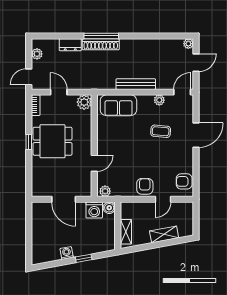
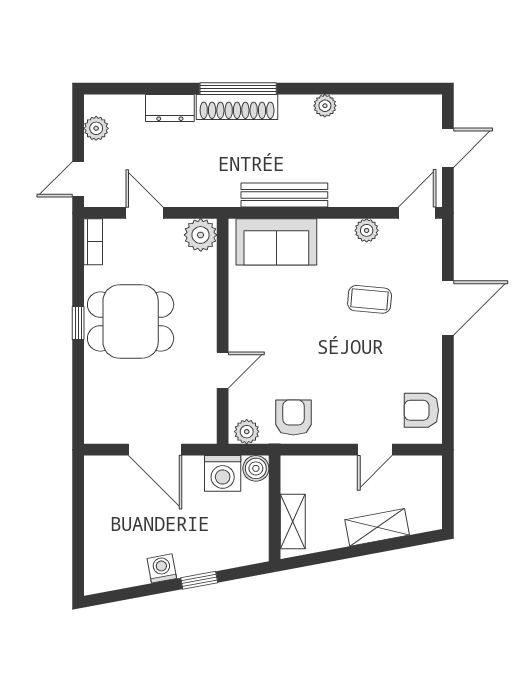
plant: (188, 44) -> (325, 106), moved
bench: (136, 84) -> (284, 195), moved
armchair: (145, 186) -> (294, 417), moved

